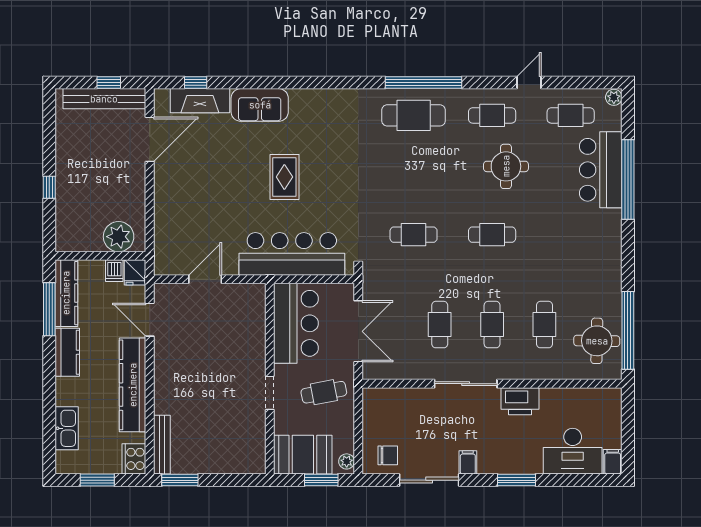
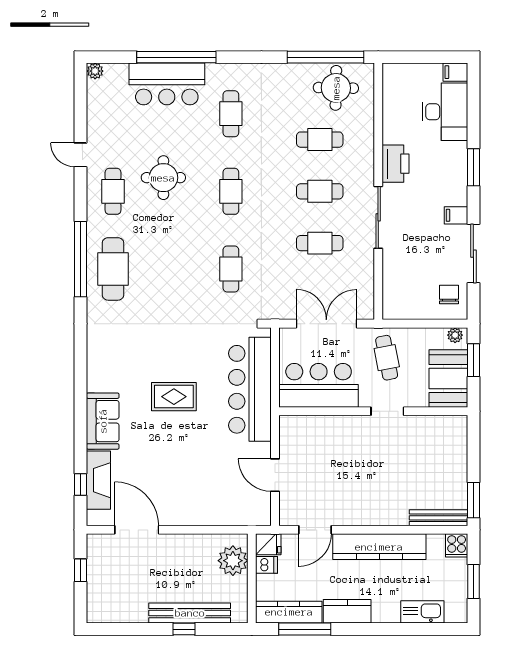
bench: (104, 99) -> (190, 613), moved, turned 90
cafe table: (571, 115) -> (231, 114), moved
cooker: (134, 459) -> (457, 545), width x0.73

